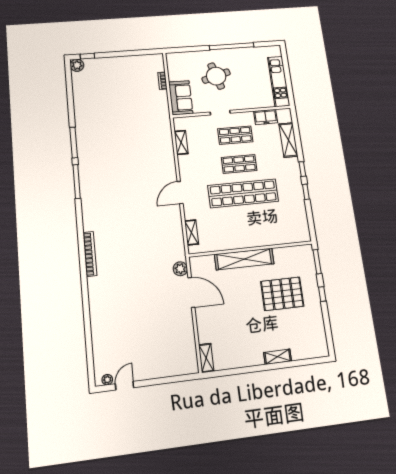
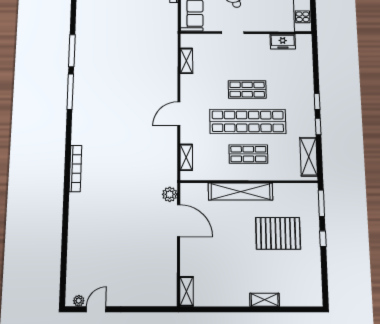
shop shelf: (235, 135) -> (248, 154), moved
shelving: (288, 140) -> (309, 157), moved

